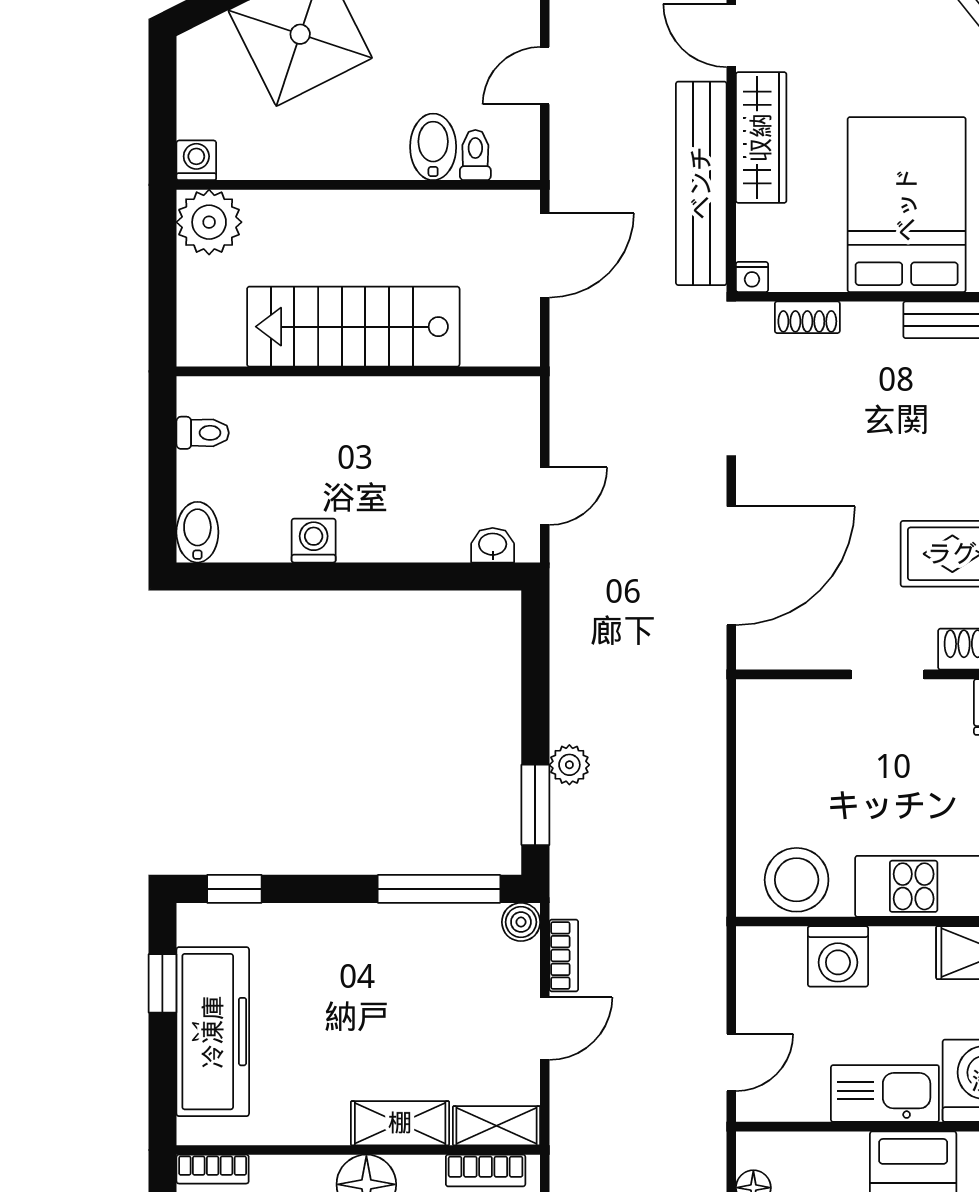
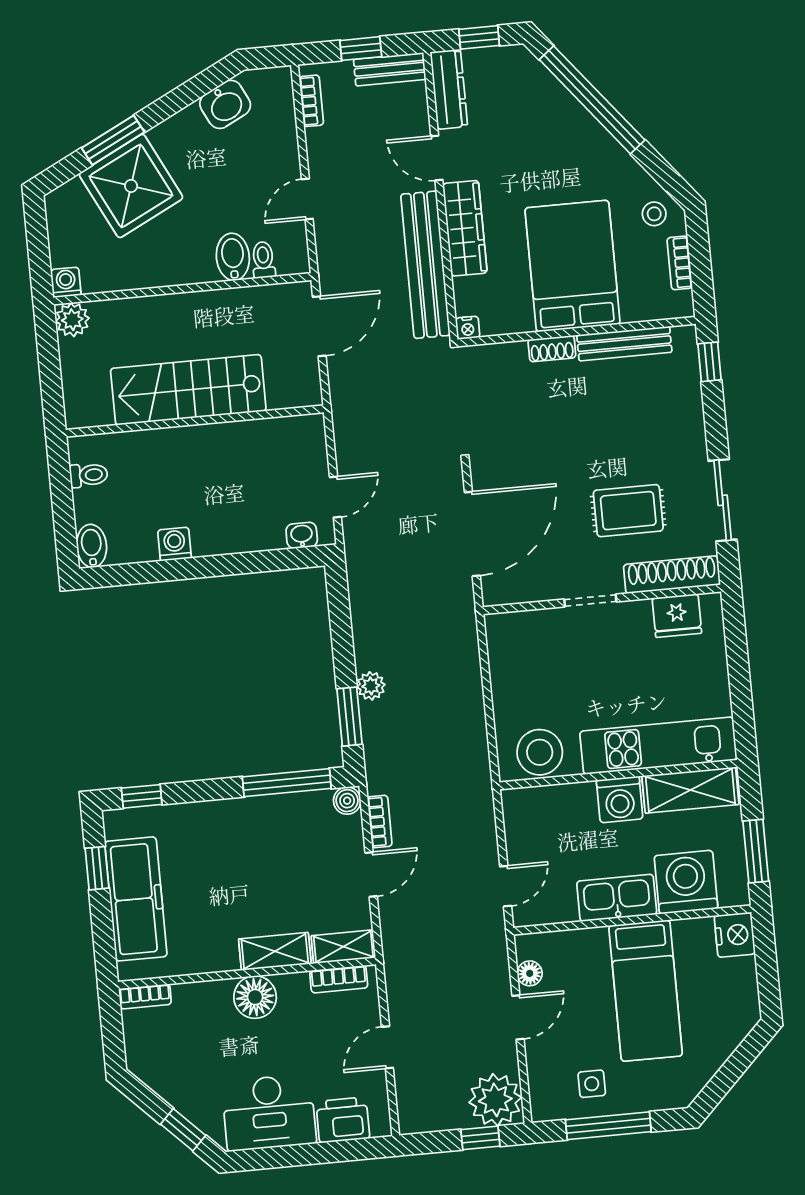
plant: (209, 222) -> (72, 320), width x0.73, depth x0.73
shoe rack: (807, 317) -> (552, 349), moved
washing machine: (838, 956) -> (620, 799), moved

